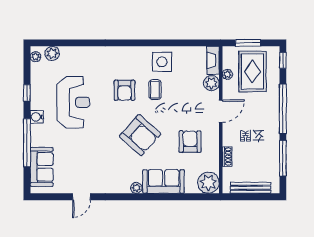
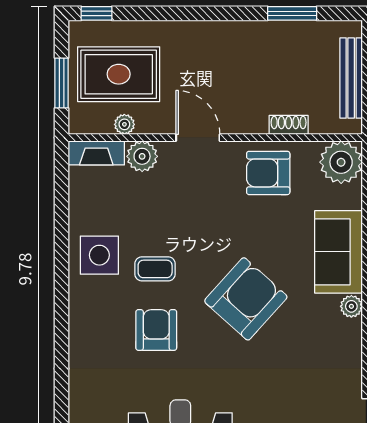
armchair: (125, 90) -> (156, 330), turned -90
window: (283, 109) -> (193, 13), removed
armchair: (190, 142) -> (268, 173), moved
window: (283, 158) -> (292, 13), width x0.69

